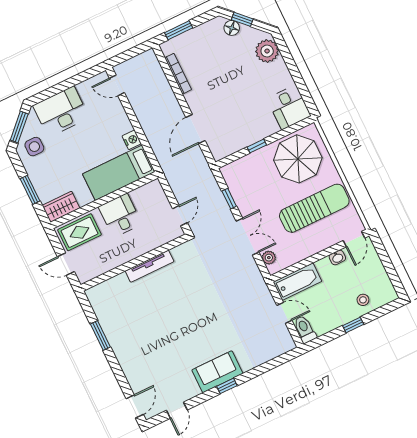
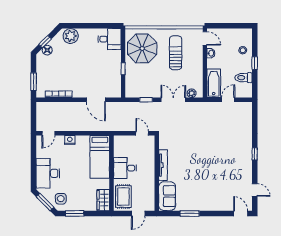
nightstand: (132, 140) -> (70, 140), moved
window: (30, 190) -> (75, 213), moved
sun lounger: (314, 208) -> (176, 53), width x0.73, depth x0.75
toilet: (305, 329) -> (244, 78), moved
sofa: (217, 372) -> (167, 196), moved, turned 180

